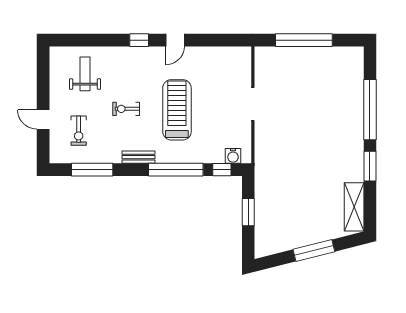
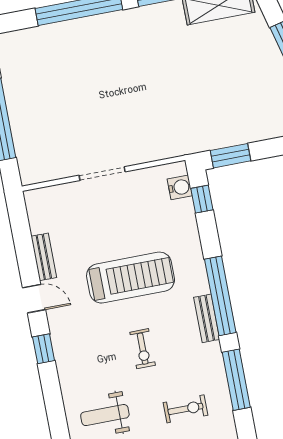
bench: (203, 52) -> (44, 257), added
treadmill: (177, 110) -> (131, 278), turned 180
window: (176, 170) -> (220, 296), moved
window: (248, 212) -> (231, 156), moved

